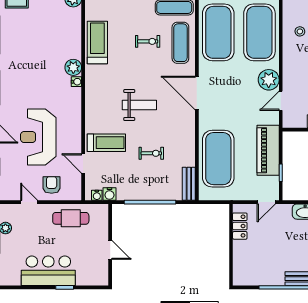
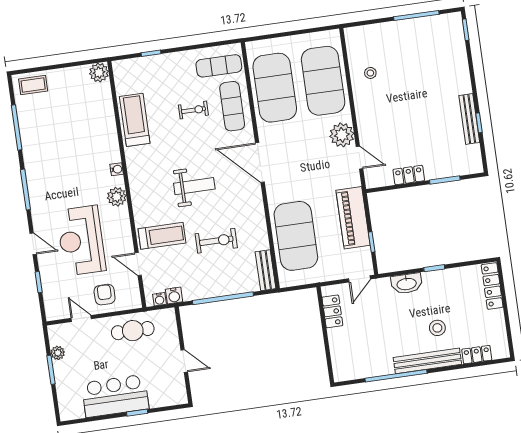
plant: (73, 67) -> (117, 197), moved
door: (281, 101) -> (360, 158), swing flipped
exercise bike: (151, 153) -> (216, 241), width x1.38, depth x1.39

